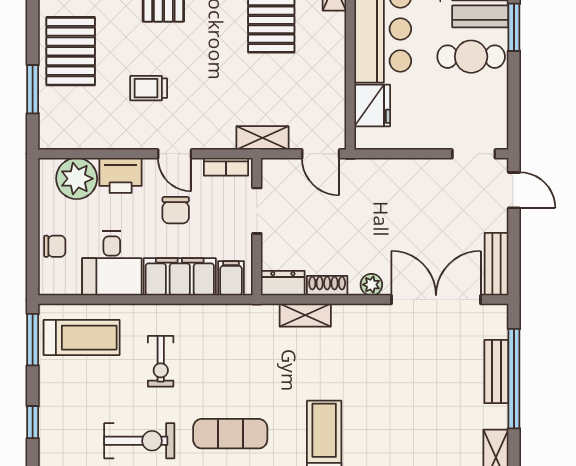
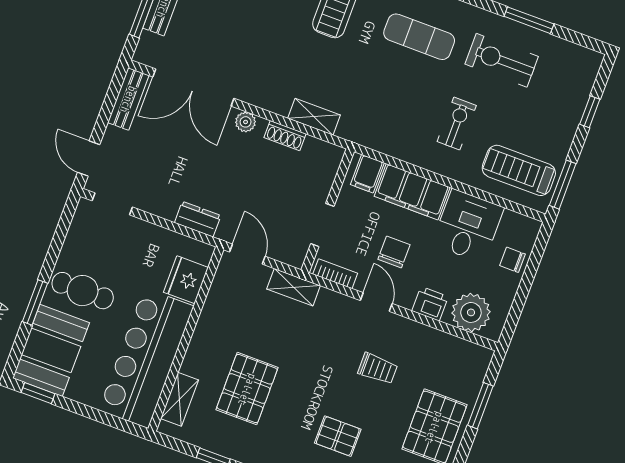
printer: (121, 175) -> (430, 304), width x0.73, depth x0.81
dresser: (283, 283) -> (198, 219), moved, turned 180

